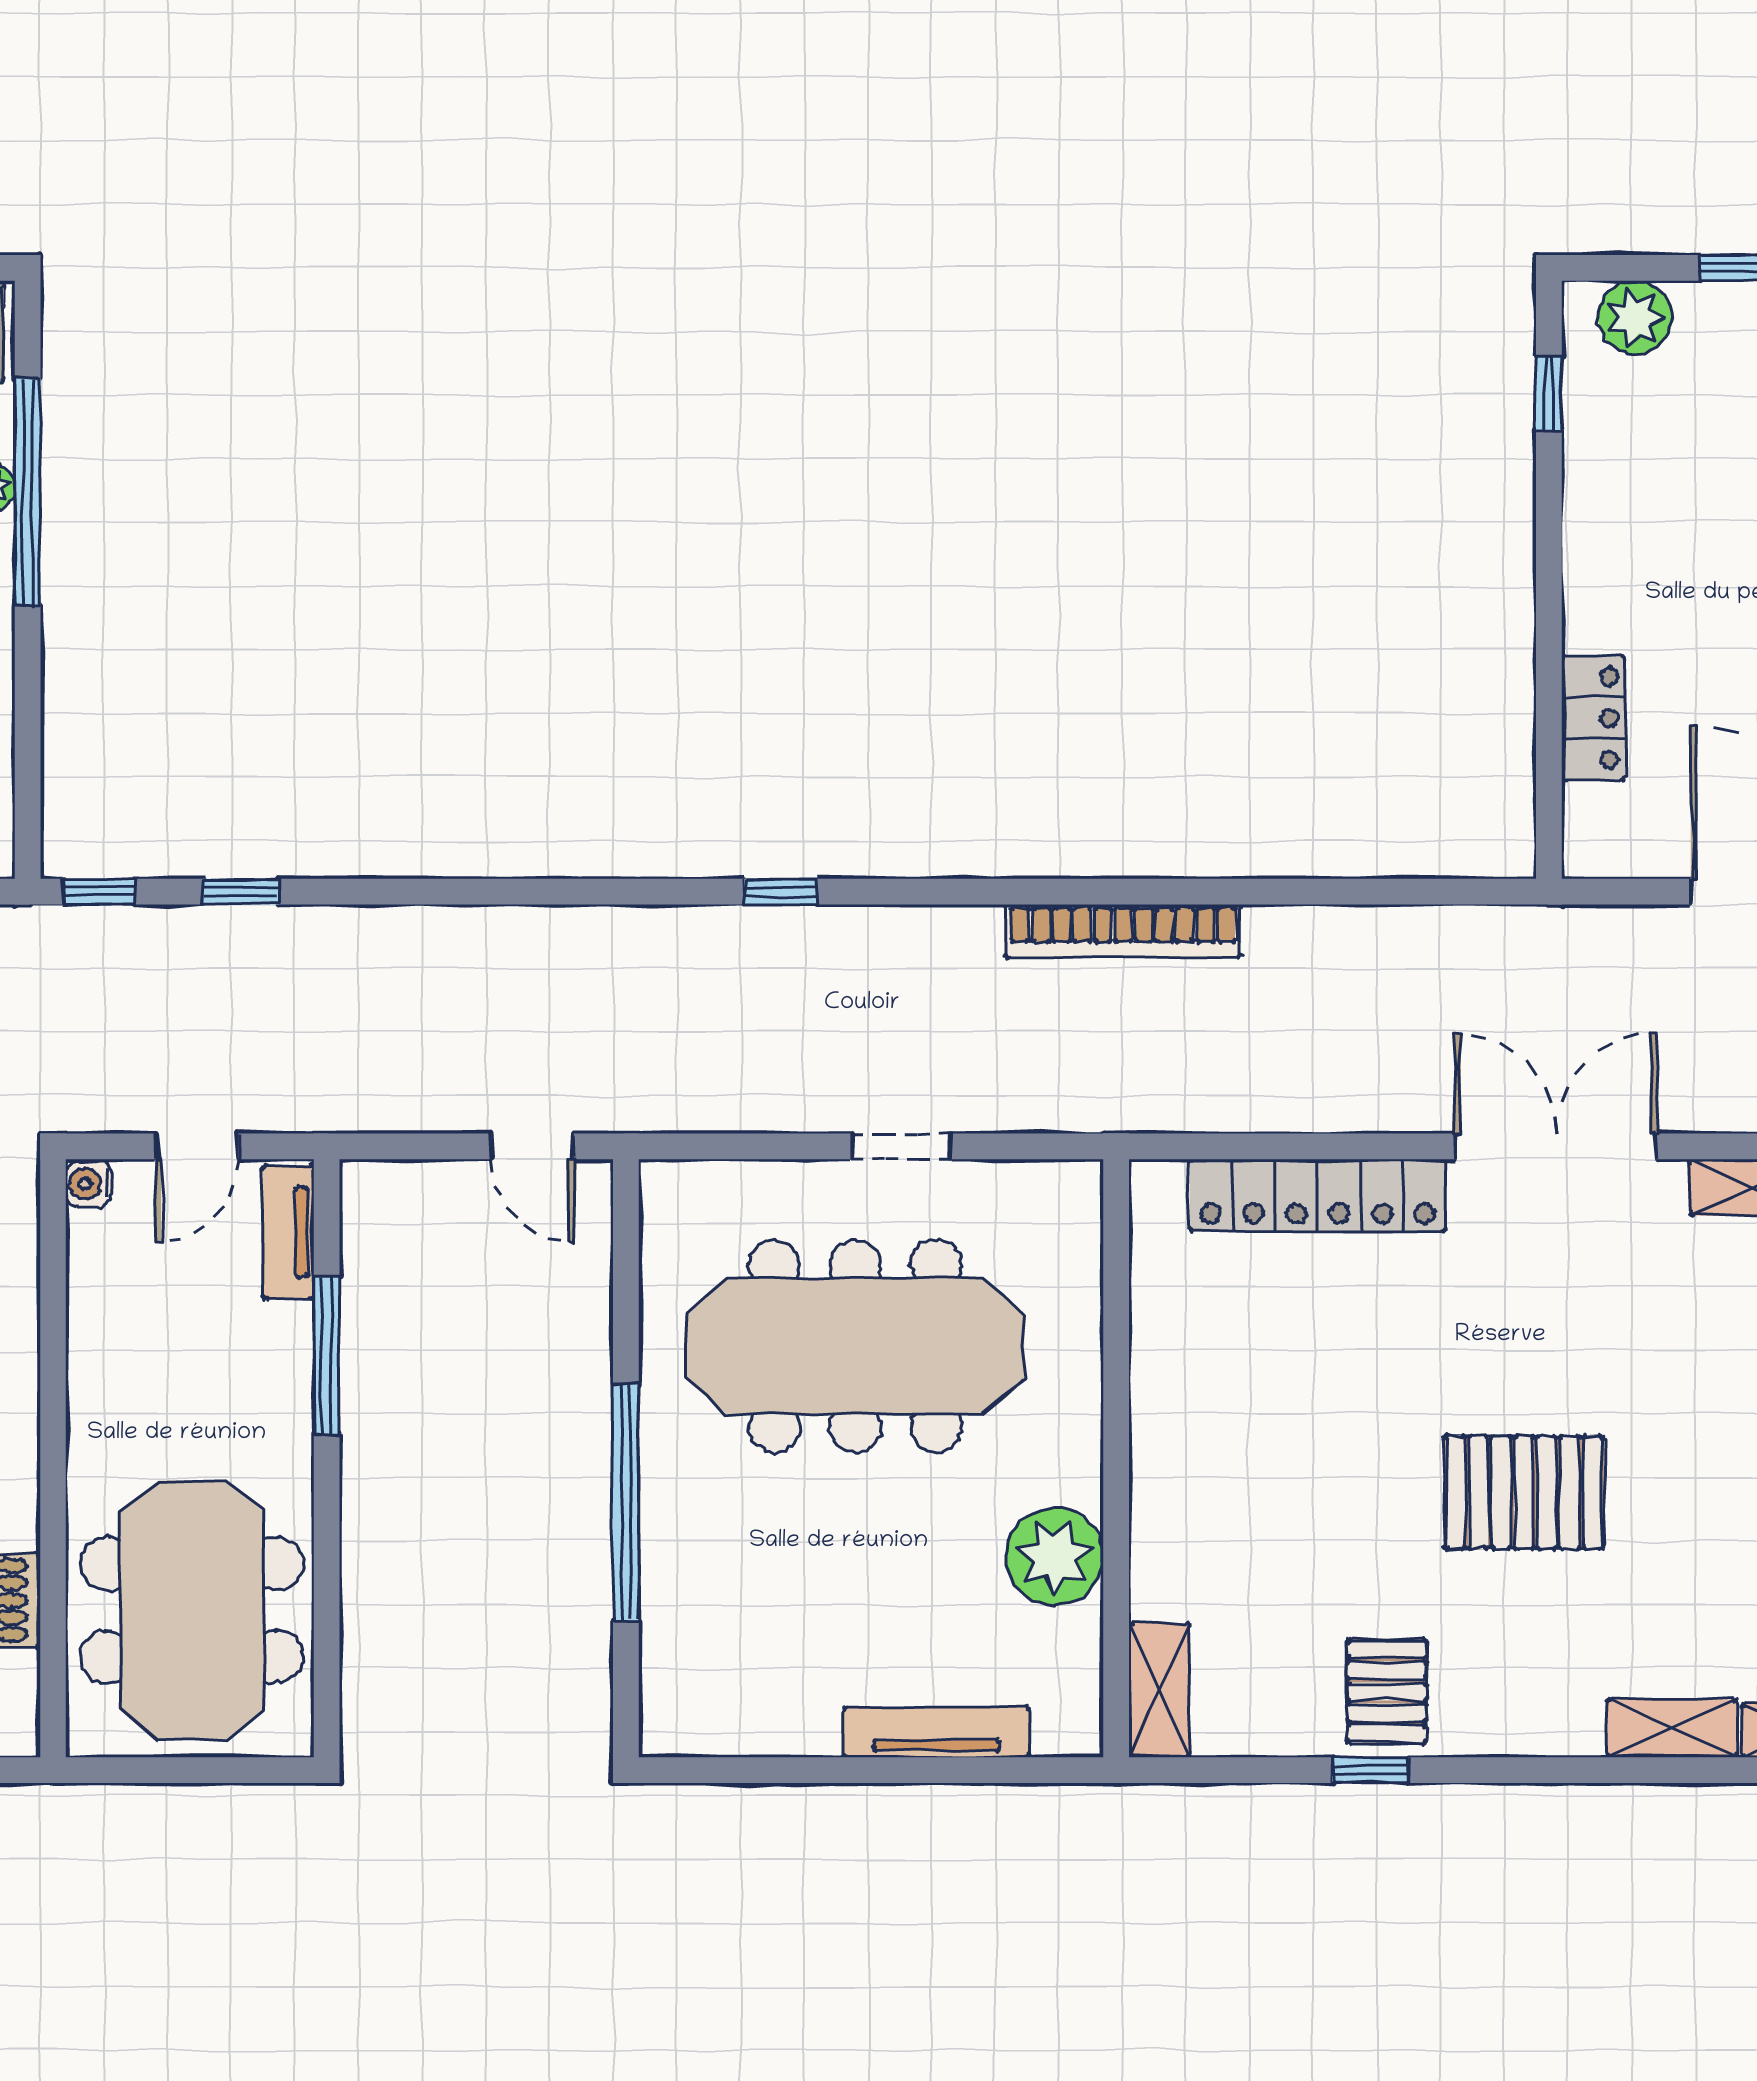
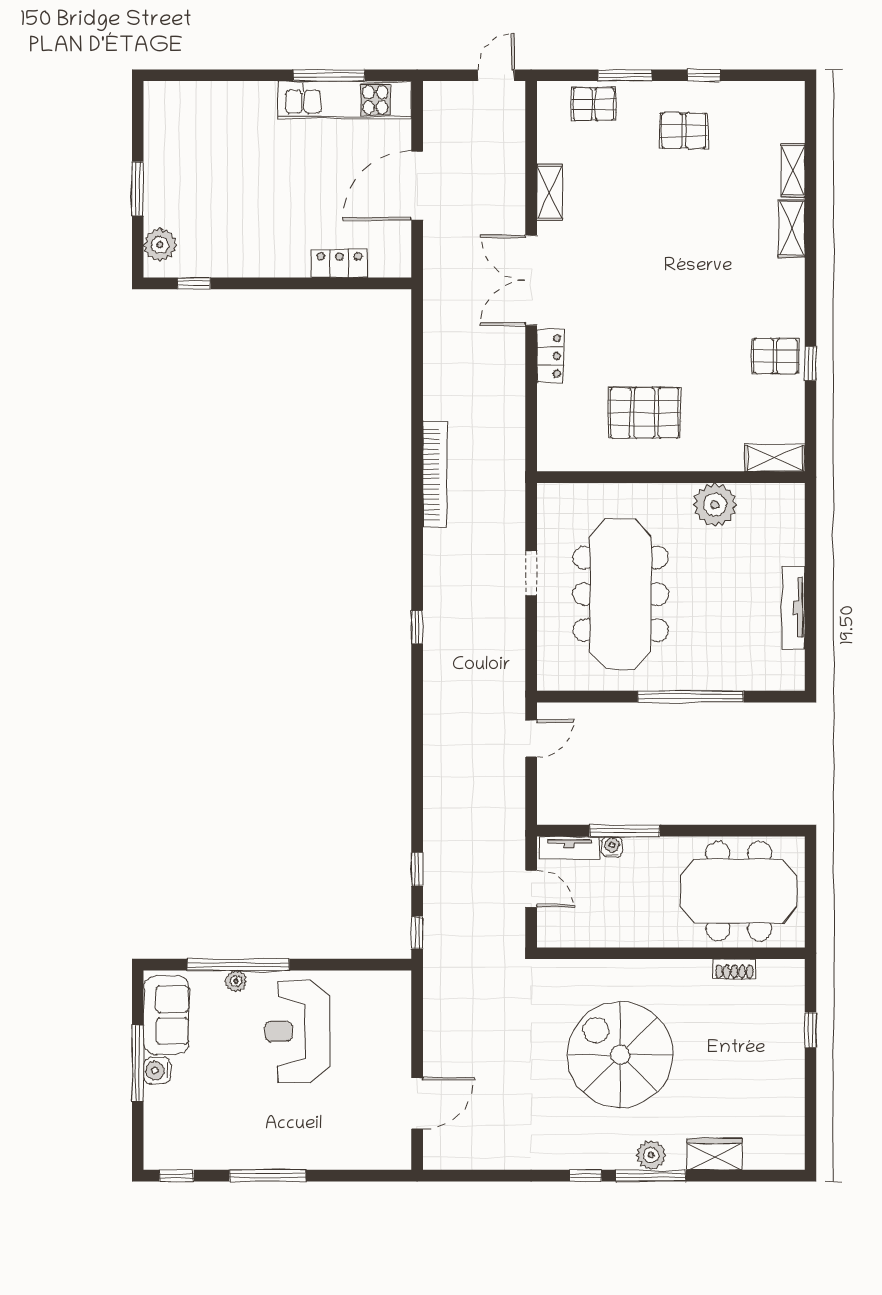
water cooler: (89, 1184) -> (612, 847), moved, turned 180
locker: (1318, 1195) -> (550, 356), width x0.46, depth x0.83
pallet: (1524, 1492) -> (644, 413), moved, turned 90
tv unit: (937, 1732) -> (794, 607), moved

